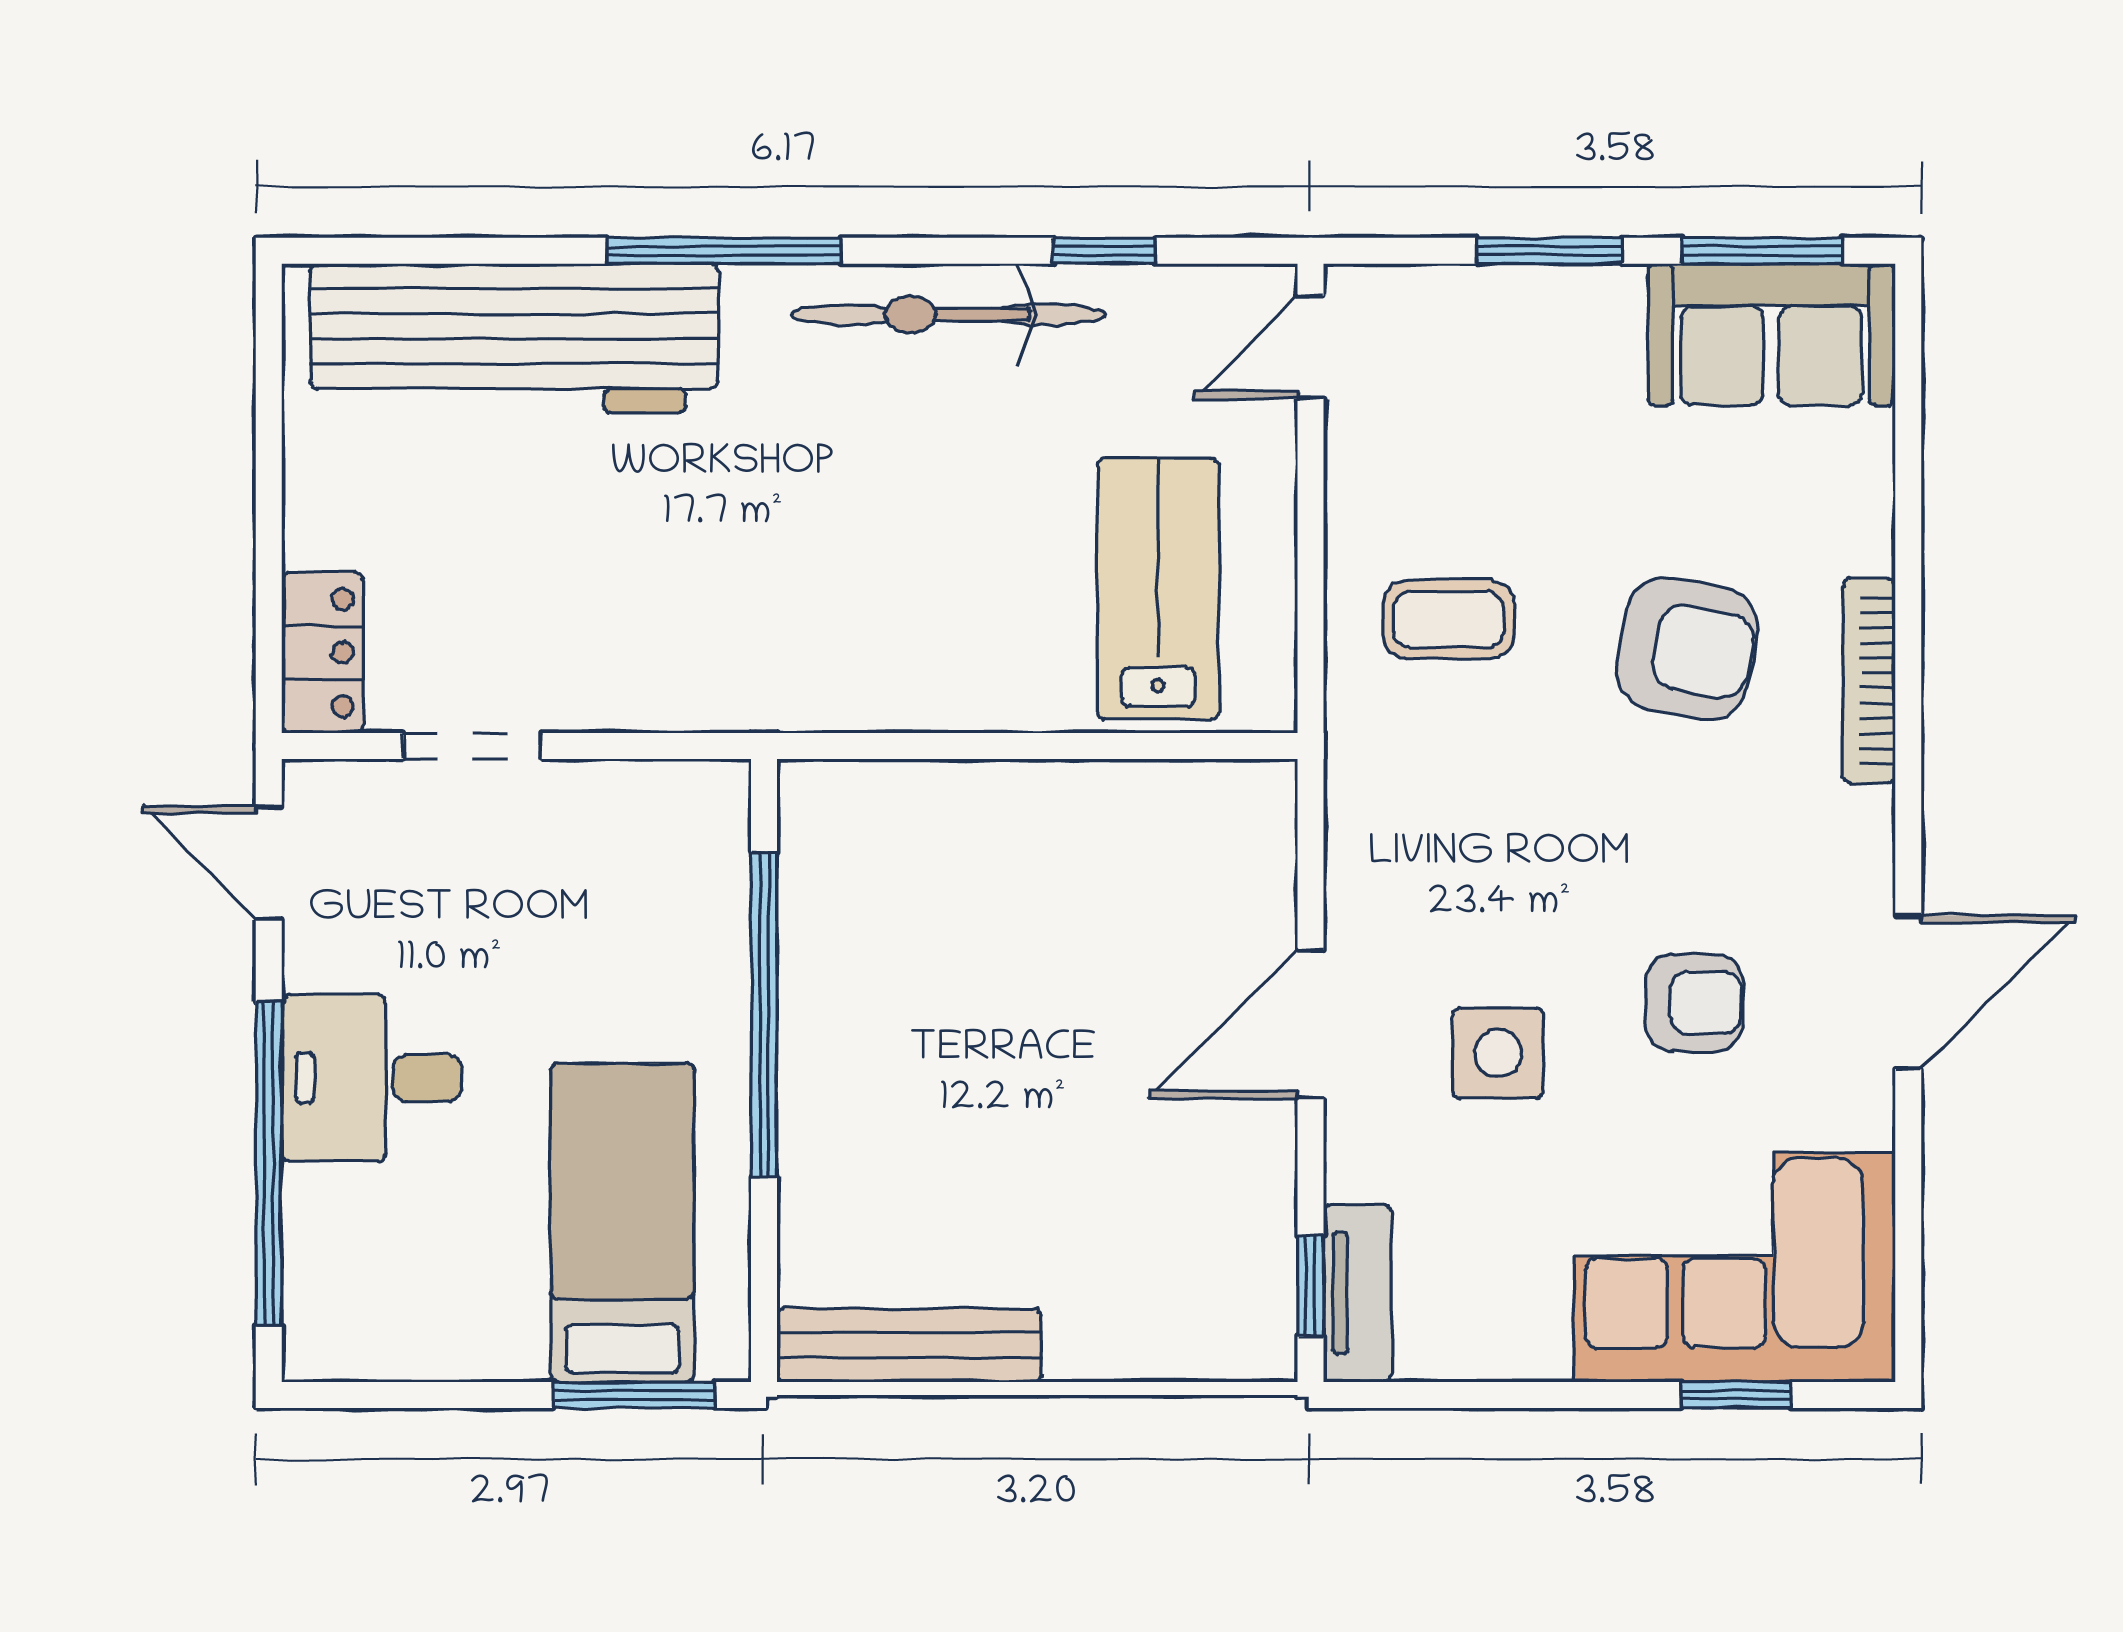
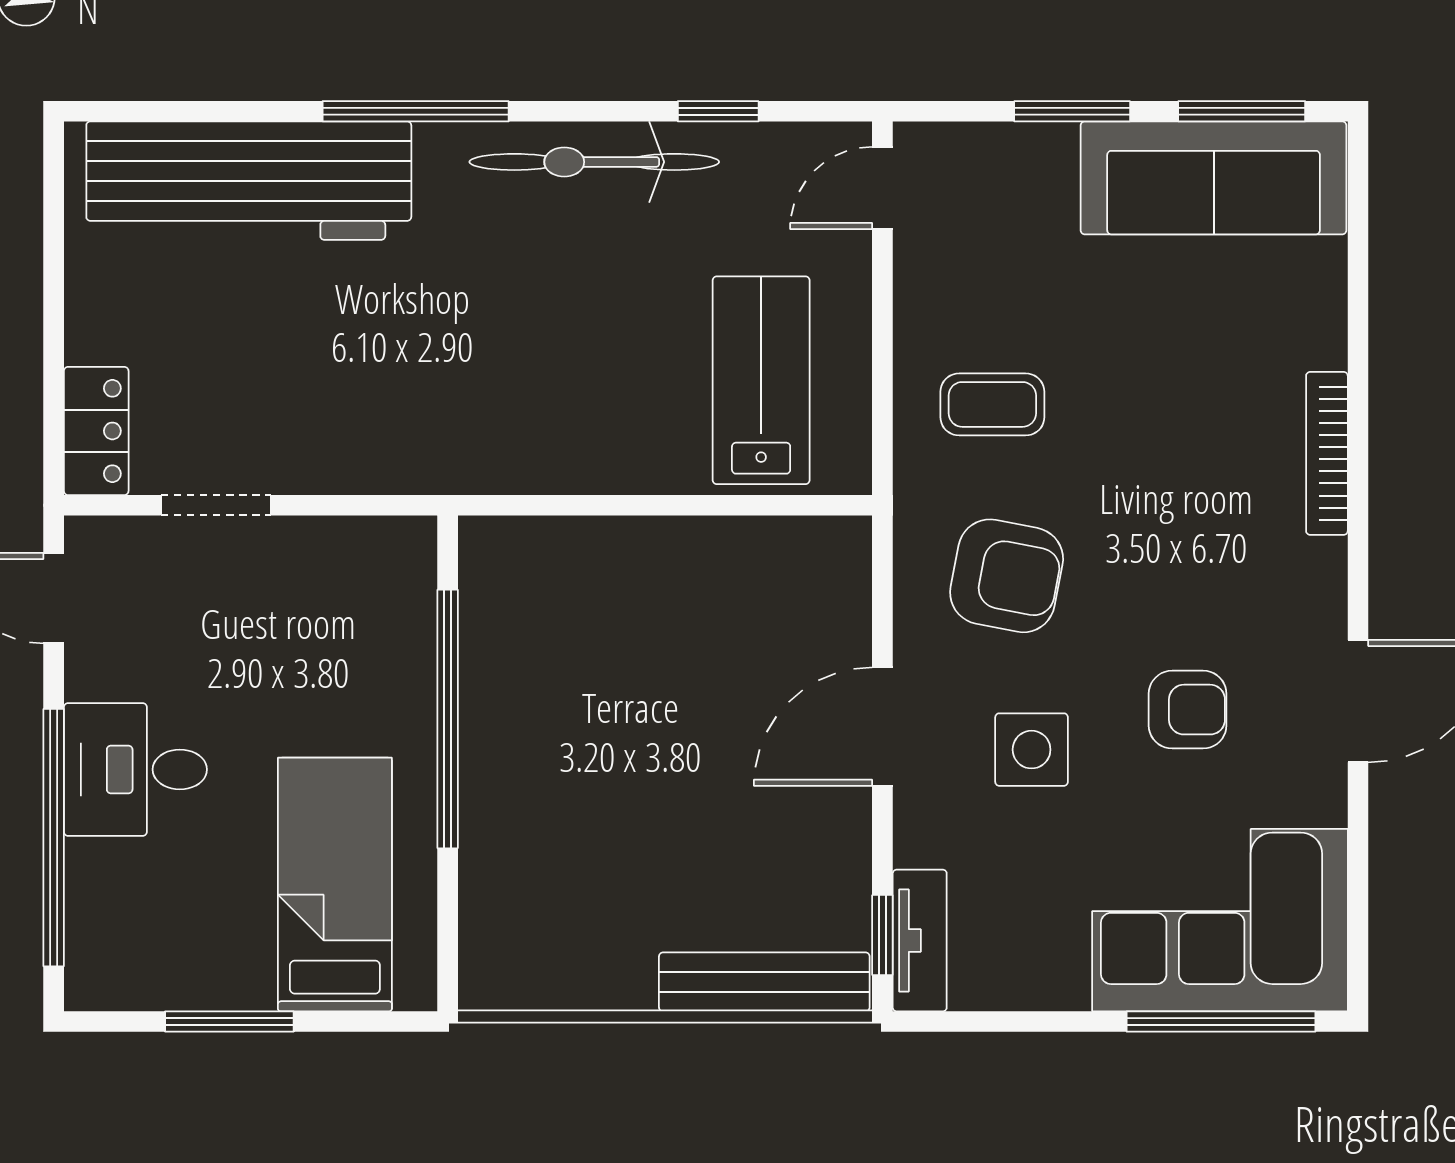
sofa: (1771, 335) -> (1214, 178), width x1.36
armchair: (1687, 648) -> (1007, 576), moved
bench: (909, 1345) -> (764, 982), moved
window: (634, 1395) -> (229, 1022), moved
window: (1736, 1395) -> (1221, 1022), width x2.17

